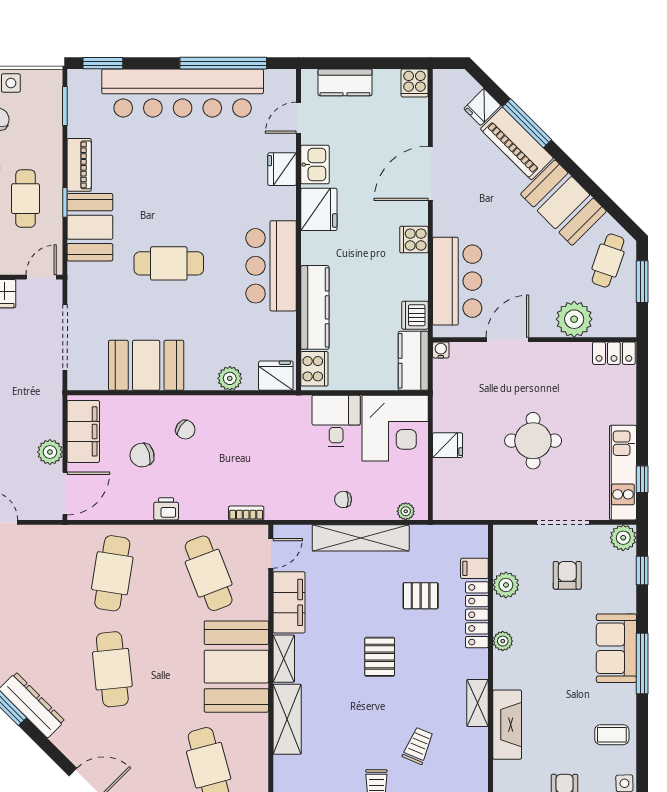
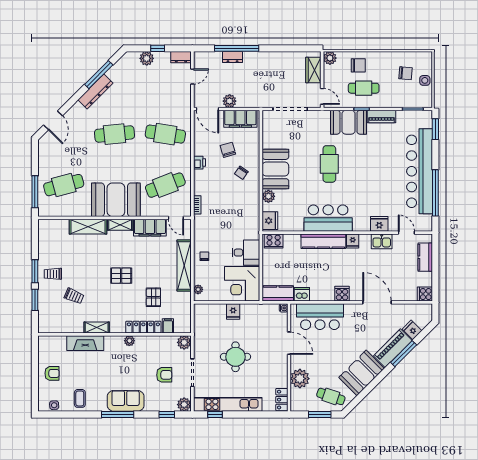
fridge: (319, 209) -> (353, 241), width x0.53, depth x0.75
kitchen counter: (315, 307) -> (323, 241), moved
booth: (146, 365) -> (275, 169), moved
kitchen unit: (623, 473) -> (228, 404), width x1.36
plant: (506, 585) -> (184, 342), moved

